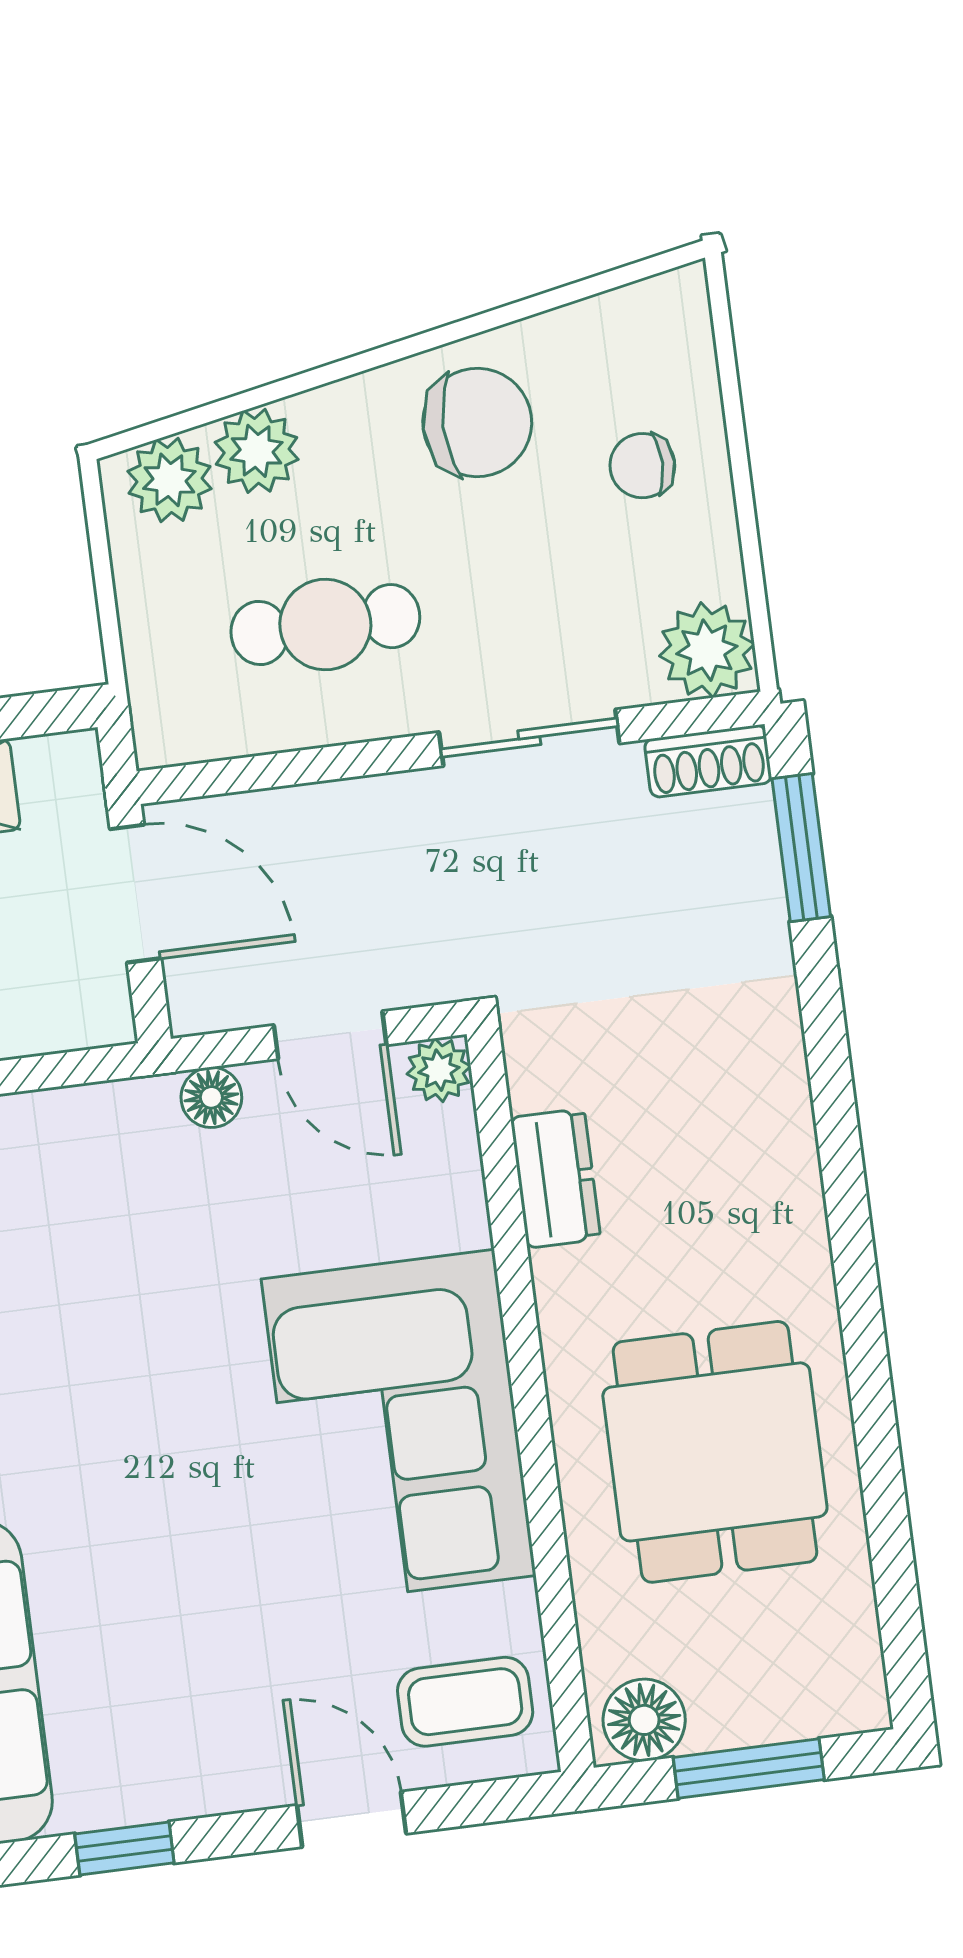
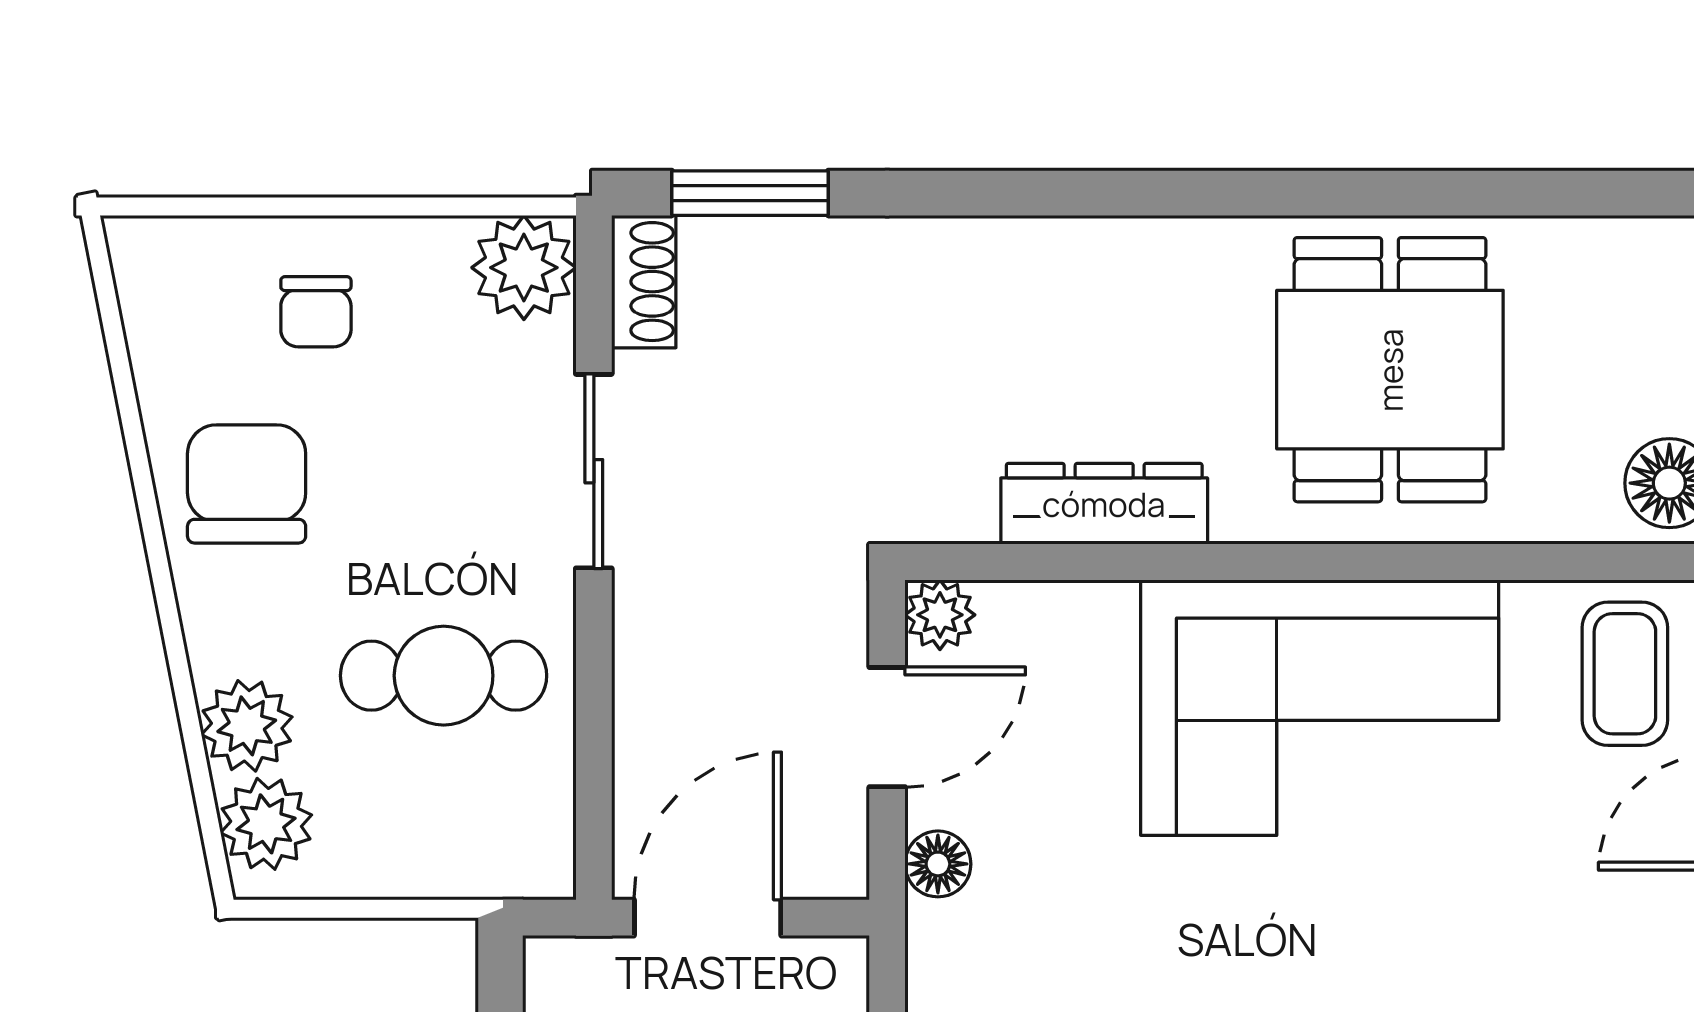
cafe table: (325, 625) -> (444, 676), turned 90
dresser: (556, 1178) -> (1104, 504), width x1.44
dining table: (715, 1452) -> (1390, 370), turned 90

